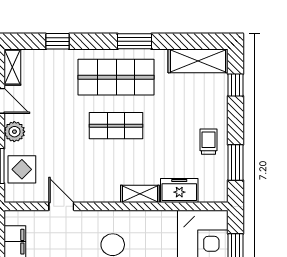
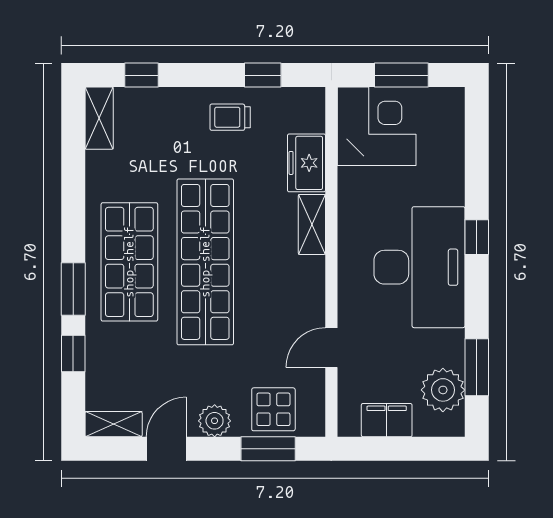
window: (134, 41) -> (73, 289), moved
shelving: (198, 61) -> (99, 118), width x0.67, depth x0.75
shop shelf: (116, 126) -> (205, 262), width x2.00, depth x1.36
window: (235, 162) -> (263, 75), width x0.67

